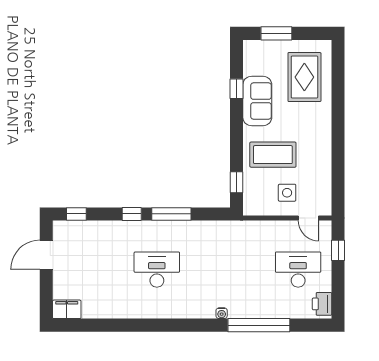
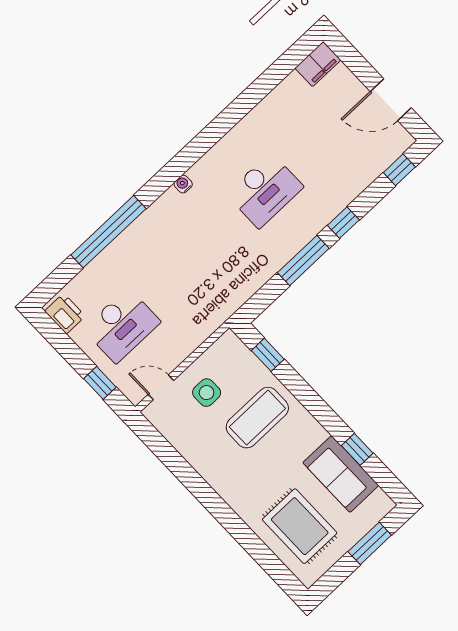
sofa: (257, 101) -> (341, 474), moved
door: (46, 255) -> (391, 100), swing flipped
water cooler: (222, 313) -> (183, 184), moved

